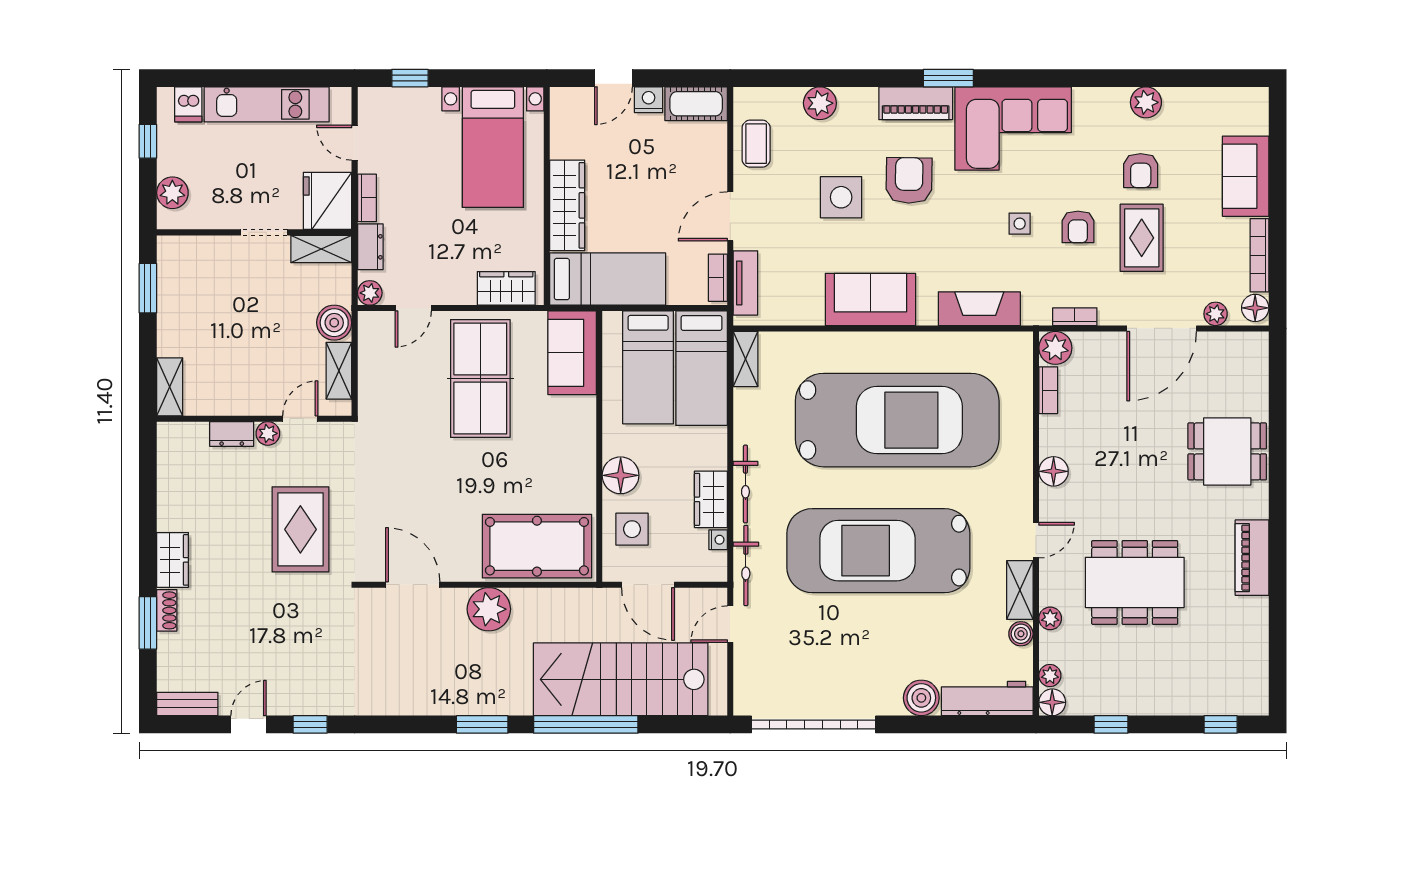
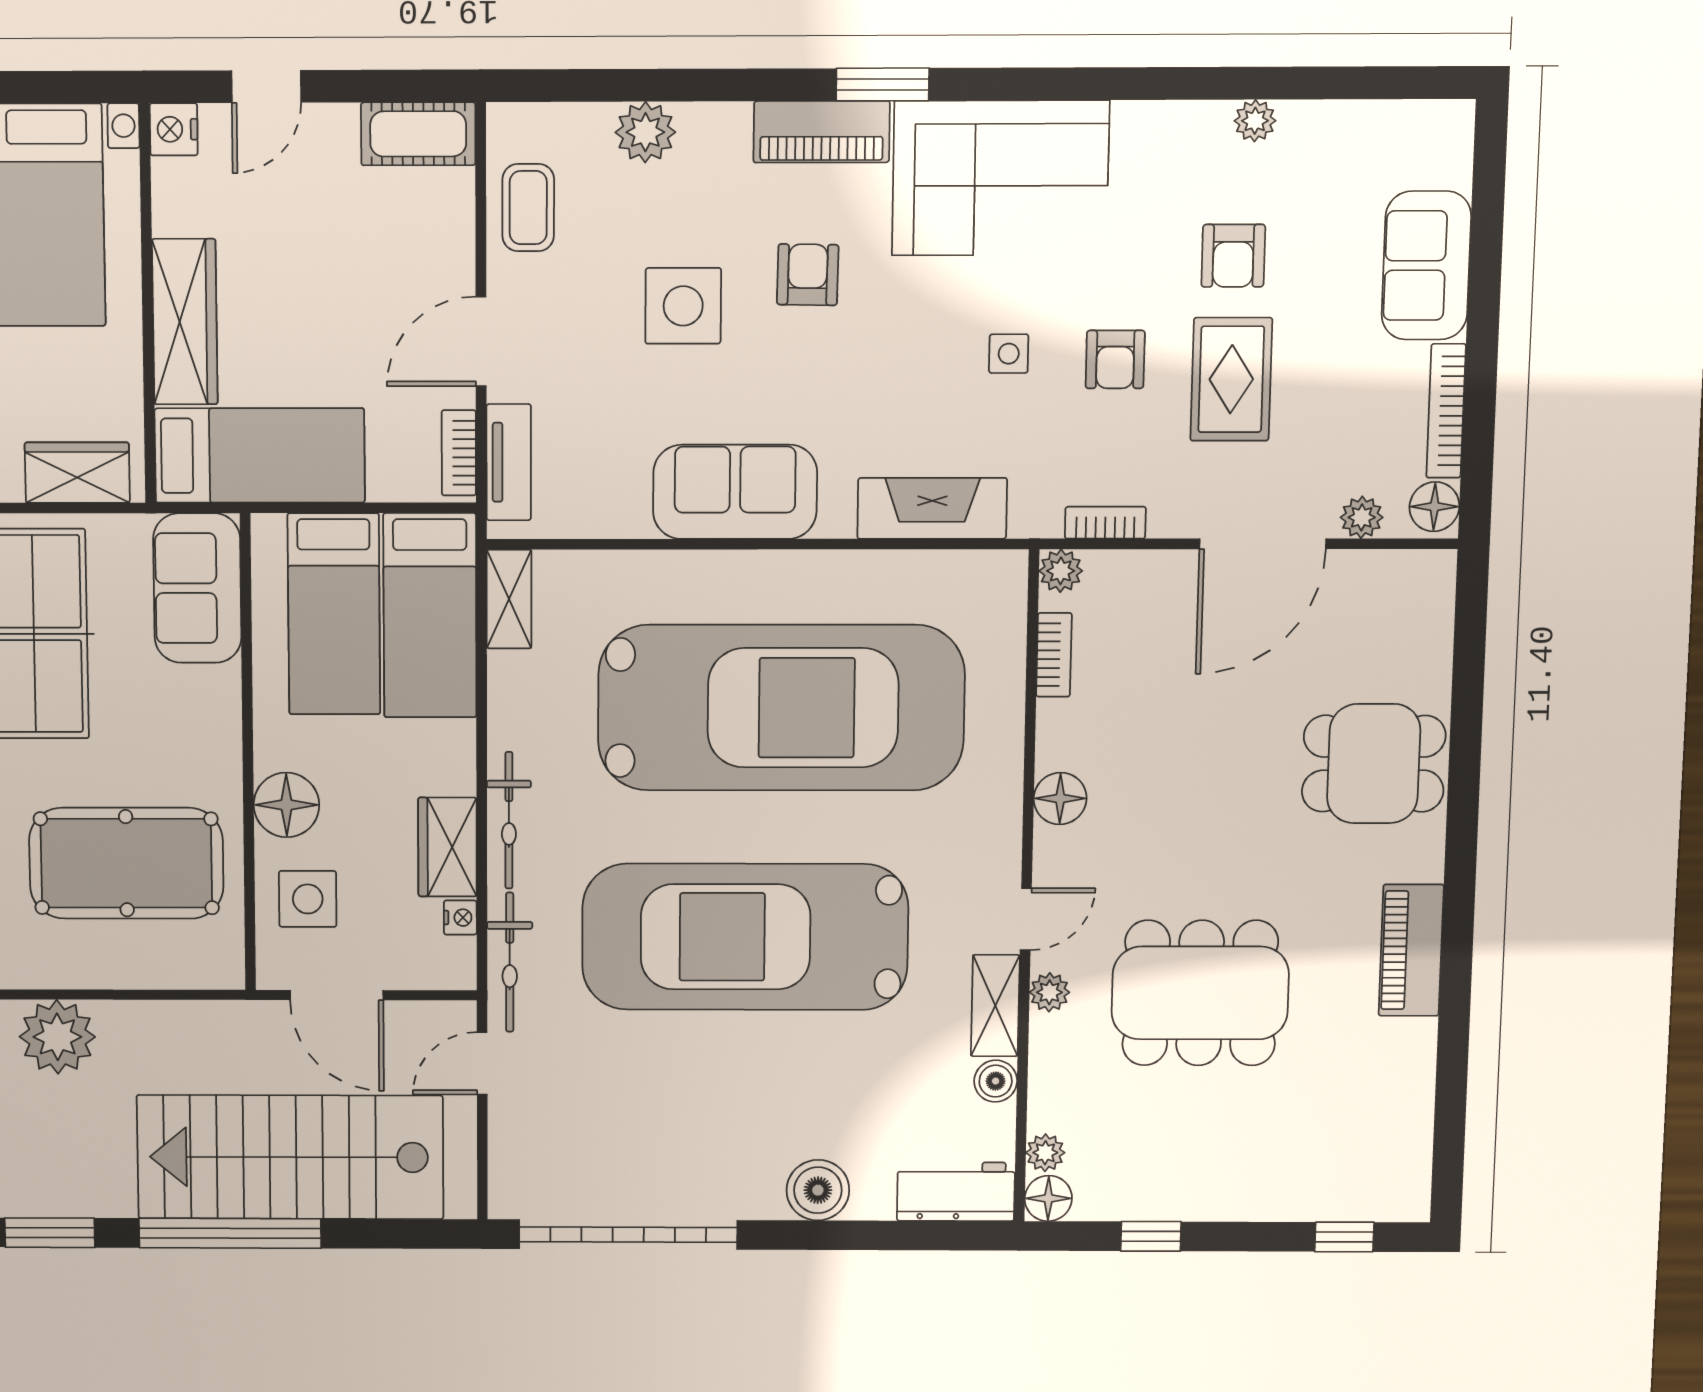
nightstand: (649, 100) -> (174, 129), moved, turned -90
plant: (1146, 102) -> (1255, 121), width x0.73, depth x0.73
armchair: (909, 180) -> (808, 275), width x0.72, depth x0.72
plant: (1055, 348) -> (1061, 571), width x0.73, depth x0.73
pool table: (537, 546) -> (126, 863), moved
plant: (1050, 618) -> (1049, 992), moved
workbench: (987, 698) -> (956, 1192), width x0.73

